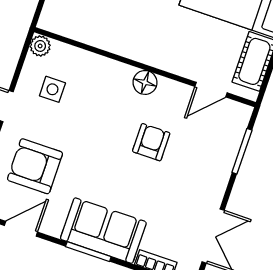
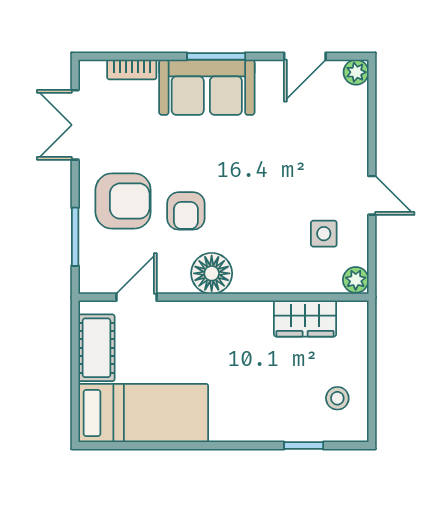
wardrobe: (89, 30) -> (305, 318), added
floor lamp: (145, 82) -> (212, 273), width x1.38, depth x1.38
armchair: (35, 166) -> (123, 201), moved

